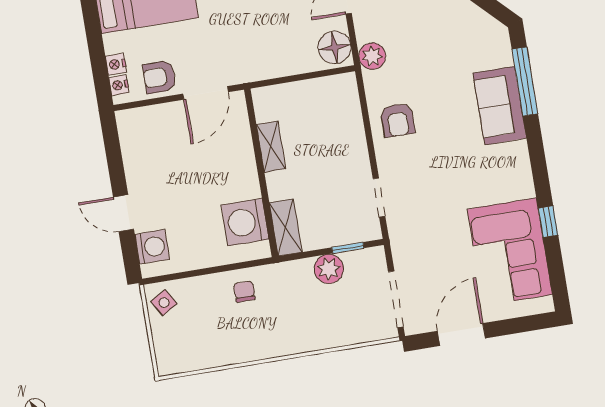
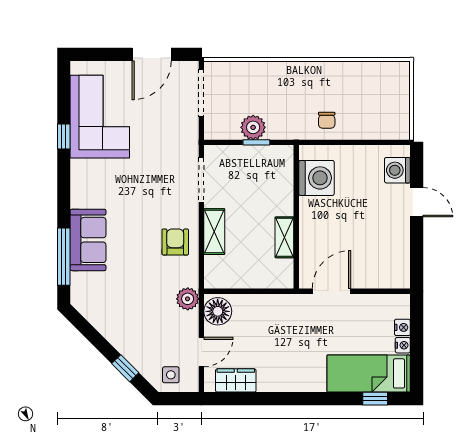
armchair: (159, 77) -> (368, 311), removed
nightstand: (119, 85) -> (403, 345), moved
doorway: (379, 198) -> (201, 180), width x1.38
shelving: (286, 227) -> (214, 232), moved
window: (348, 248) -> (256, 142), moved
side table: (164, 303) -> (395, 122), removed

